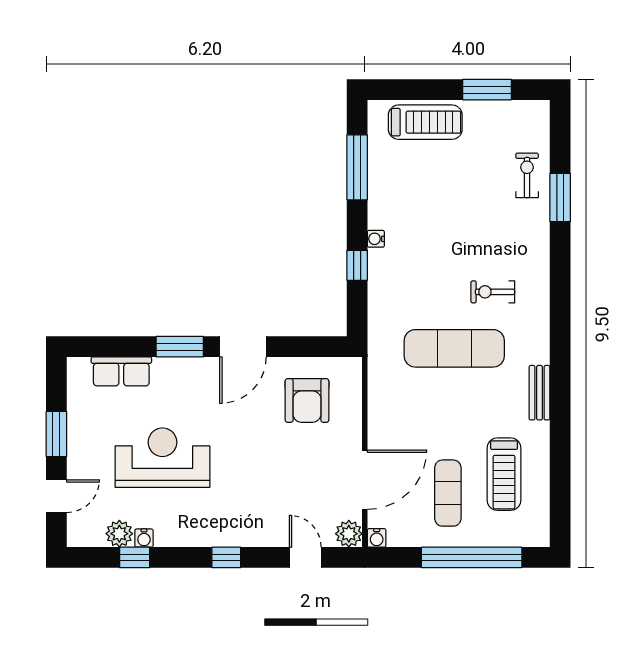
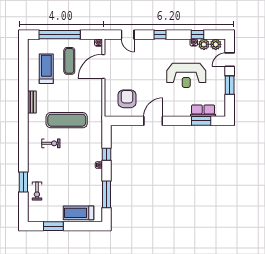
window: (180, 347) -> (201, 121), moved
plant: (349, 534) -> (216, 44), moved

